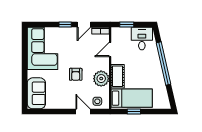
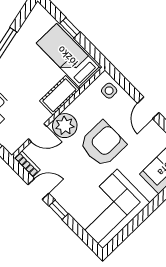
armchair: (76, 74) -> (103, 144), width x1.88, depth x1.88
plant: (101, 79) -> (65, 126), moved
door: (83, 112) -> (148, 108), moved
window: (134, 112) -> (70, 28), moved

